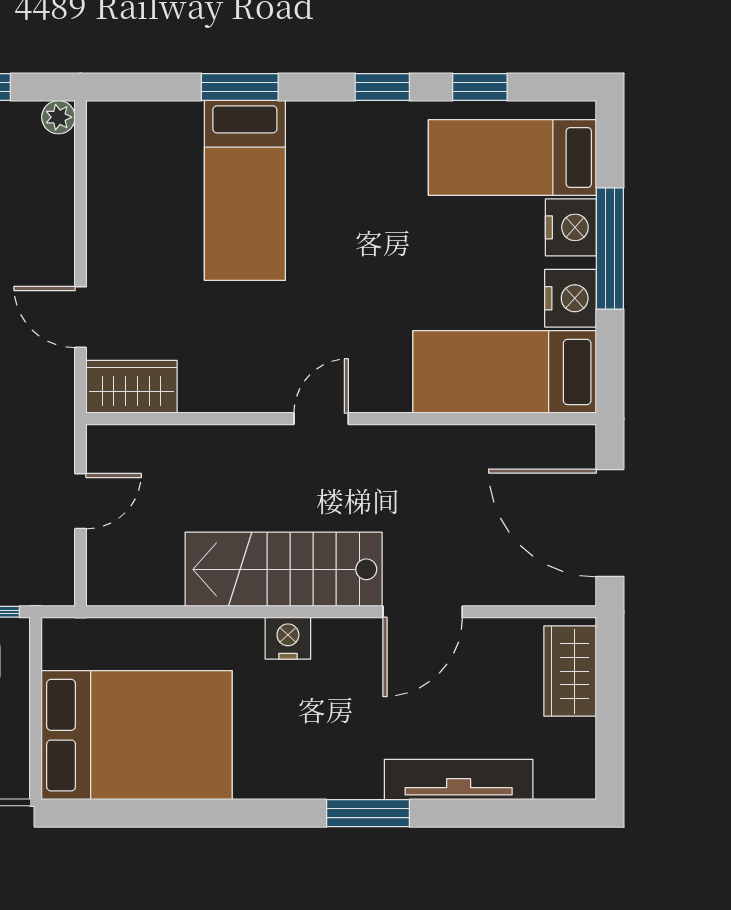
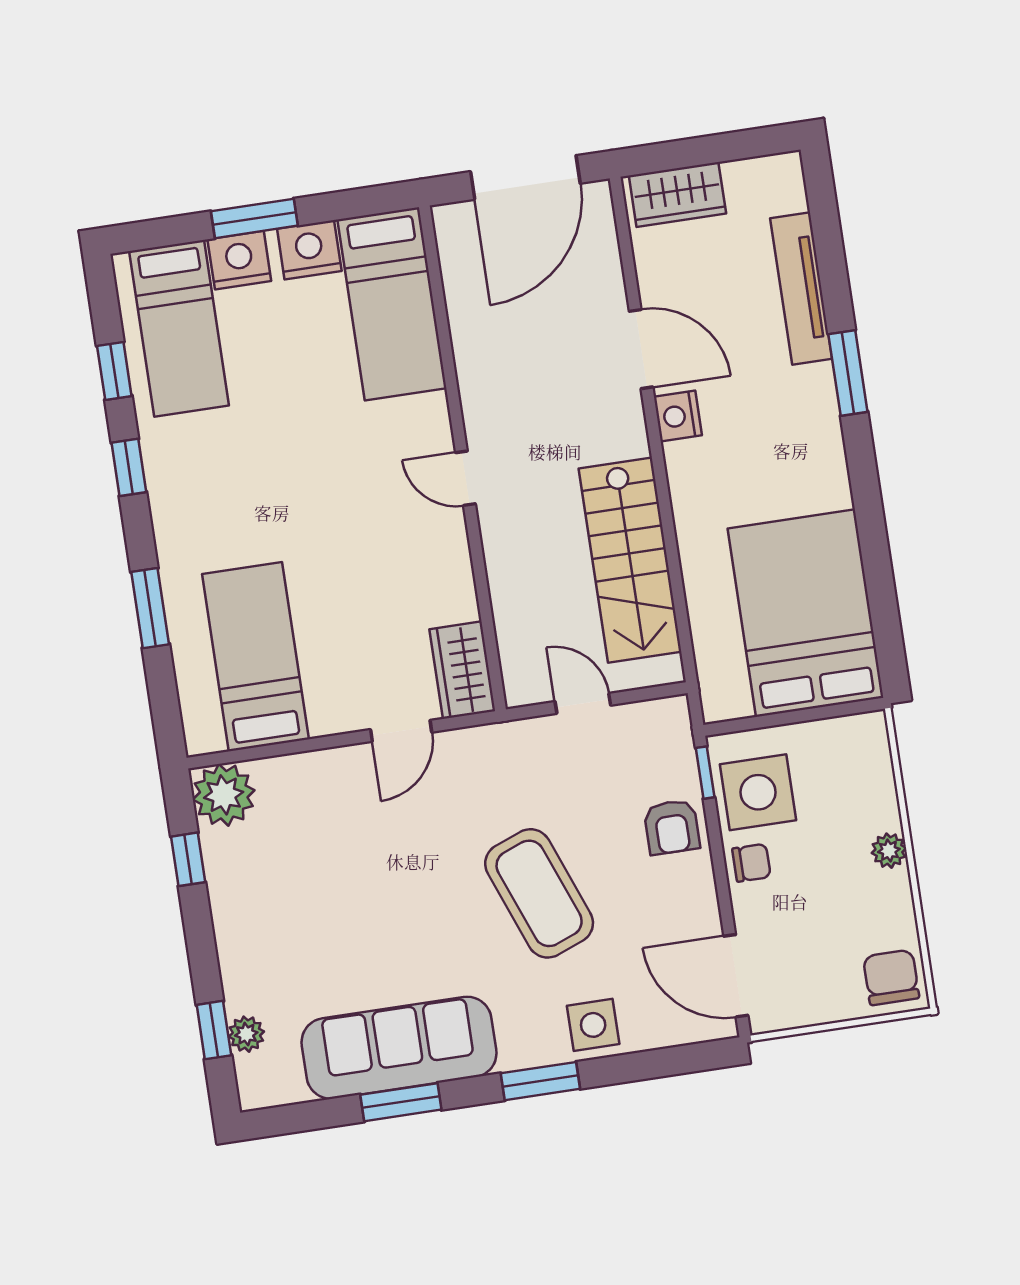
plant: (58, 117) -> (224, 795), width x1.87, depth x1.87
bed: (245, 190) -> (255, 657), moved, turned -90
window: (610, 249) -> (254, 218), width x0.69
stairs: (284, 569) -> (630, 560), moved
nightstand: (288, 638) -> (678, 416), moved

